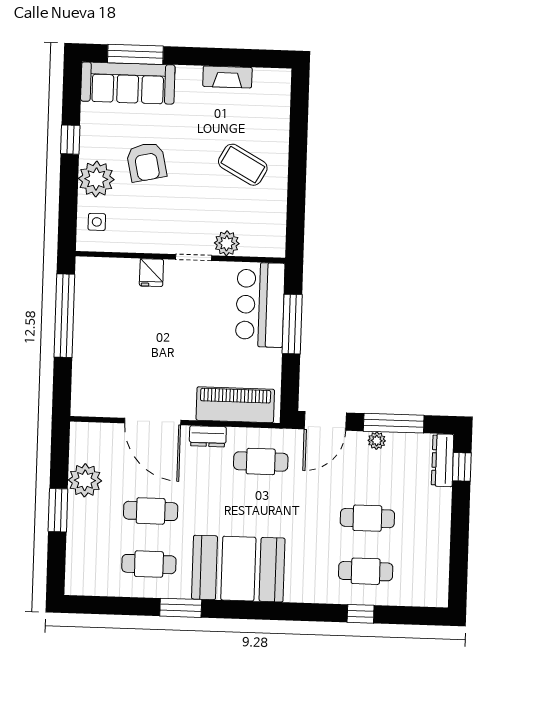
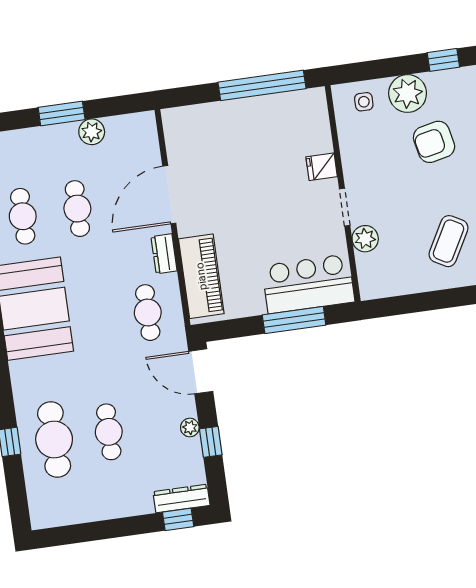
window: (394, 423) -> (211, 442), width x0.46
plant: (85, 480) -> (92, 132), width x0.73, depth x0.73
cafe table: (366, 571) -> (54, 440), width x1.37, depth x1.35

